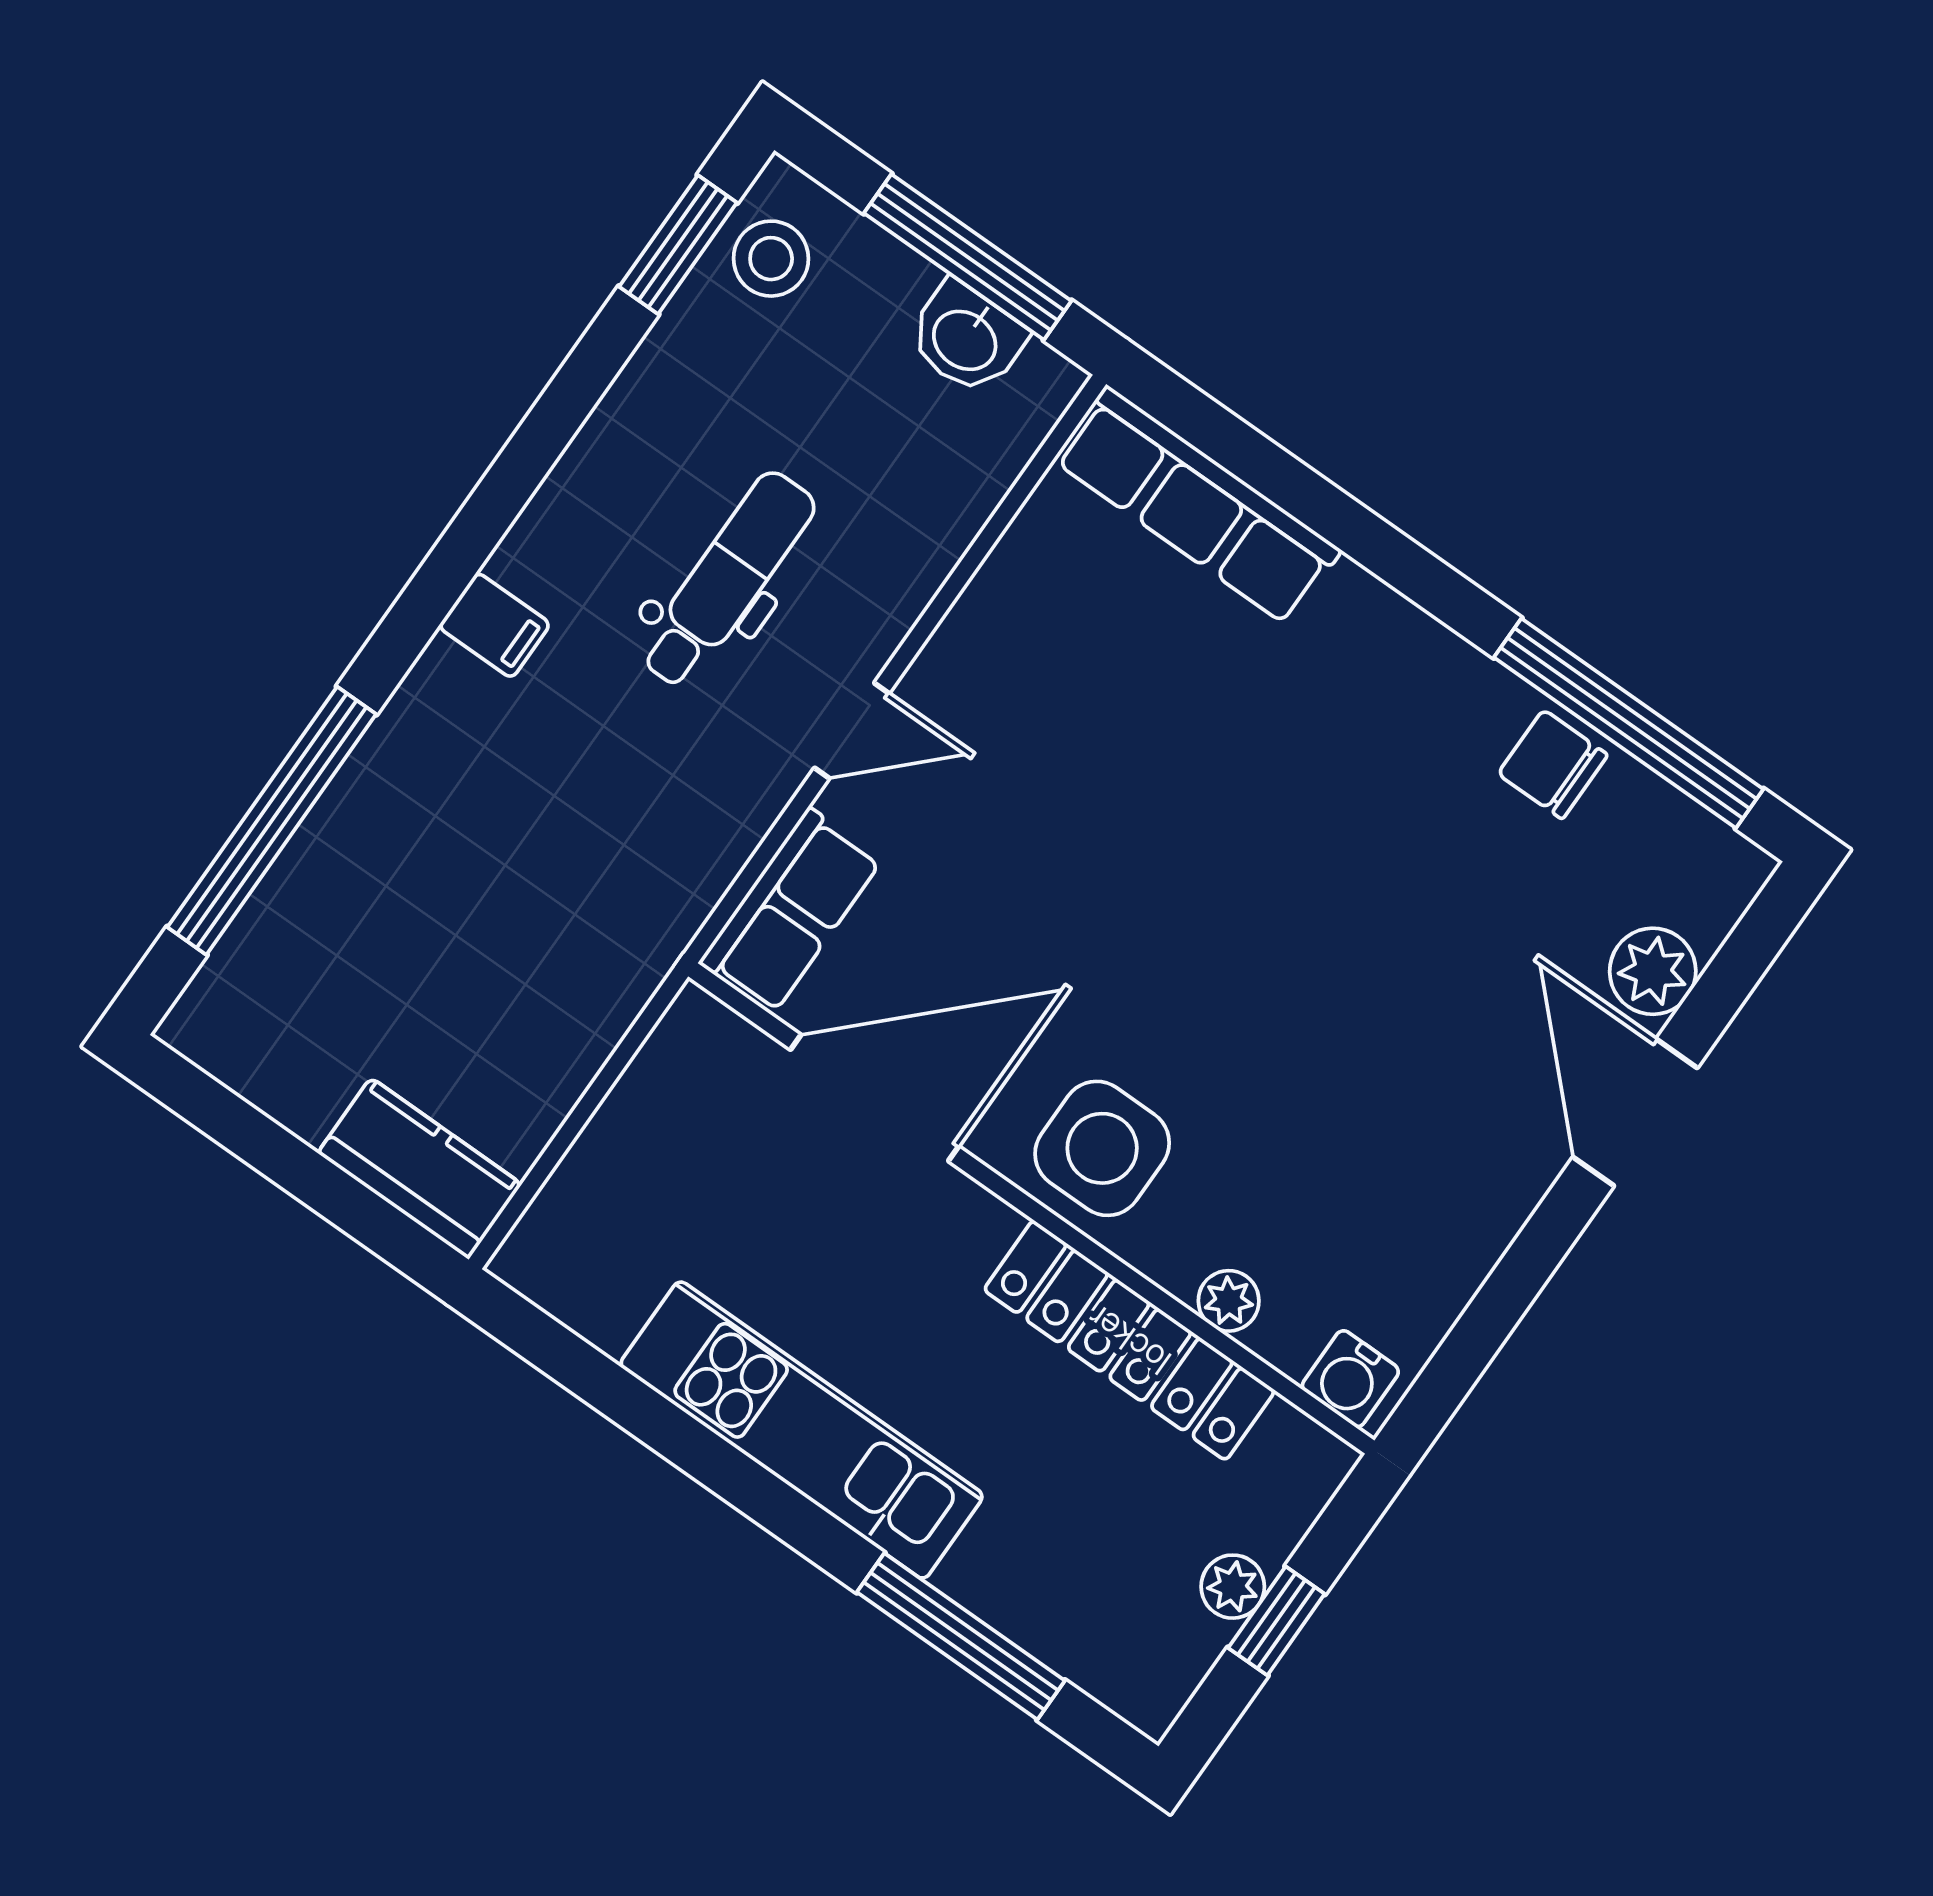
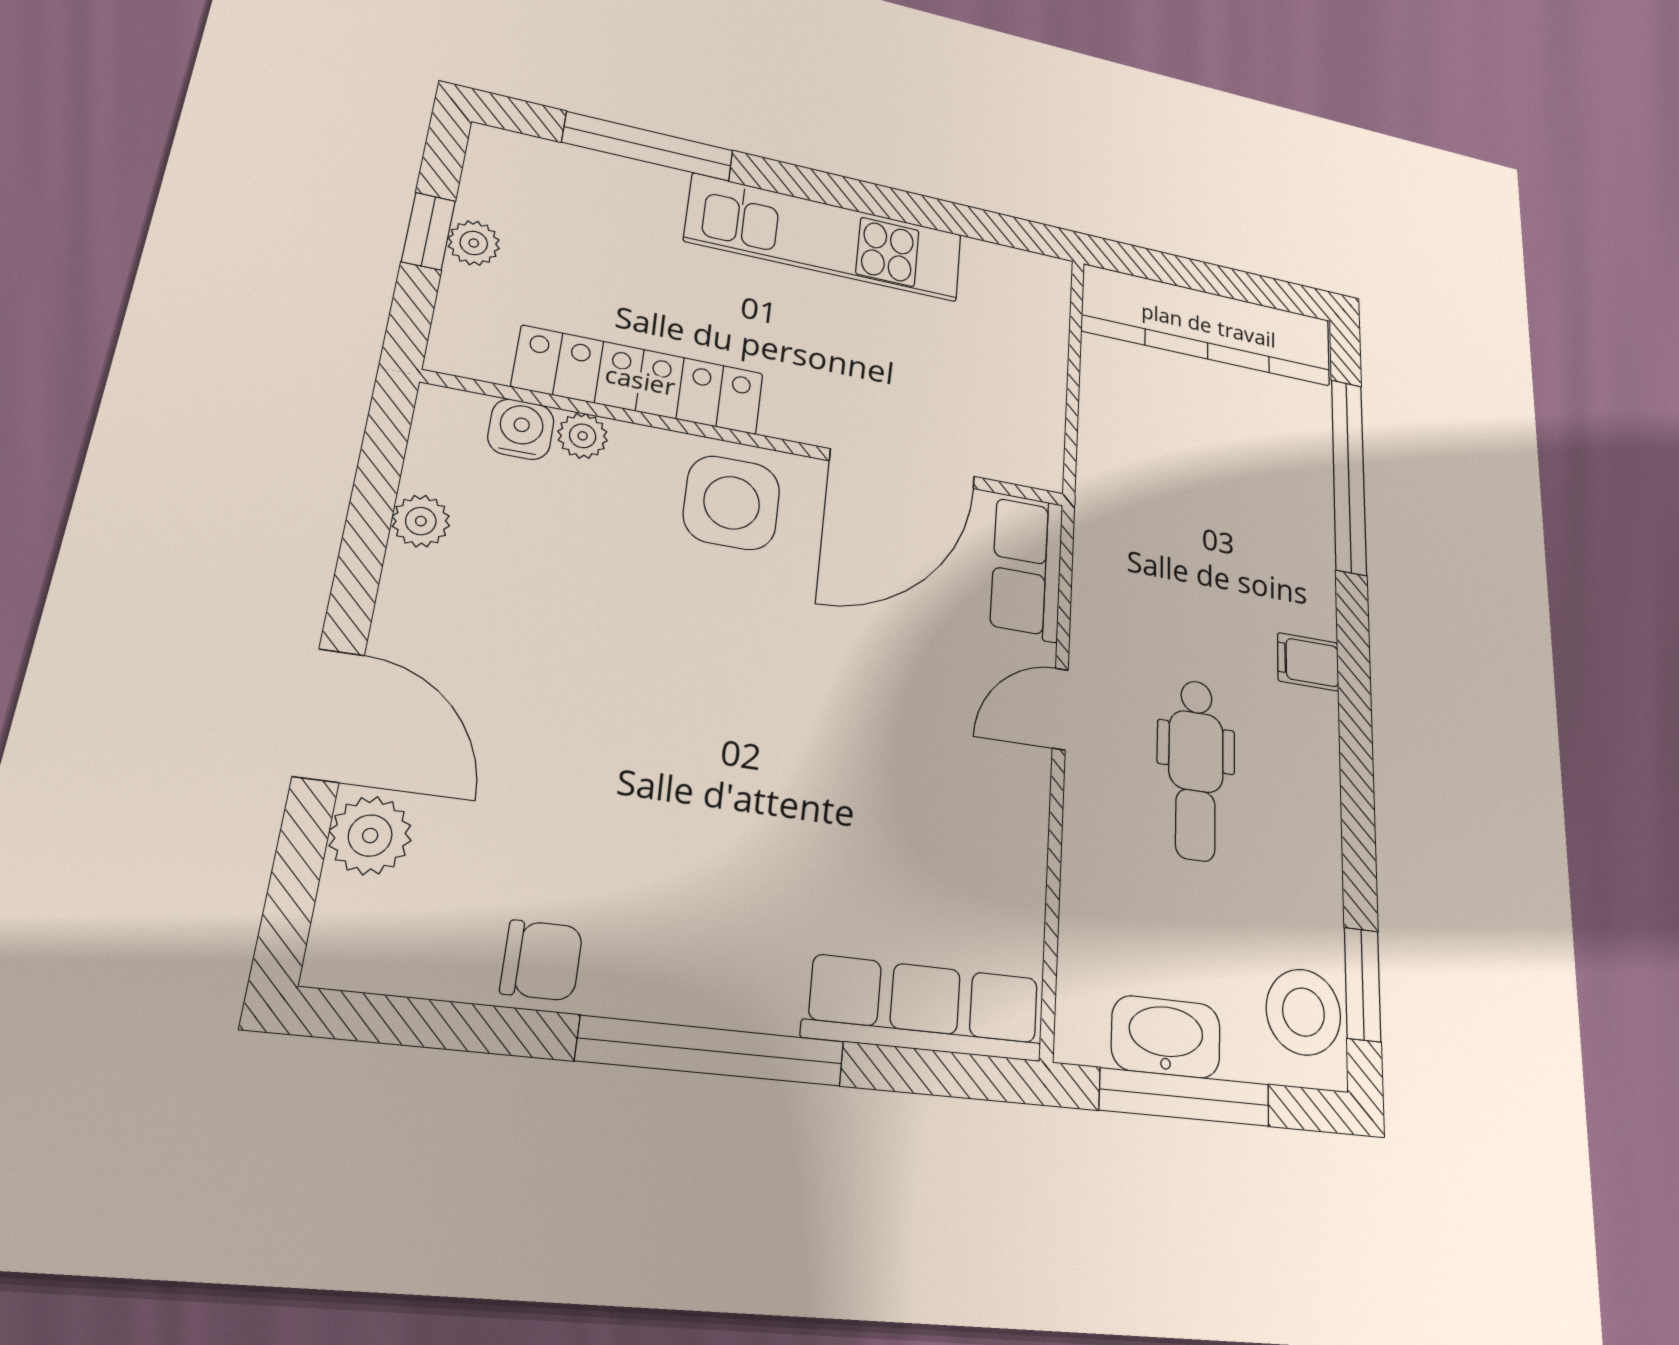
stool: (771, 259) -> (1303, 1012), width x1.38, depth x1.38
washbasin: (966, 338) -> (1166, 1037), width x1.38
window: (1629, 723) -> (712, 1051), moved
kitchen counter: (420, 1169) -> (1208, 325), width x2.08, depth x1.17
plant: (1449, 1279) -> (421, 521), added
water cooler: (1350, 1379) -> (521, 429), moved

